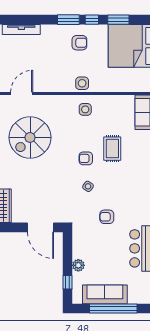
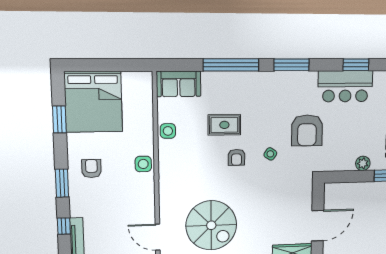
window: (92, 20) -> (64, 226), moved
side table: (85, 109) -> (168, 131), moved
armchair: (107, 217) -> (307, 130), width x1.88, depth x1.88
door: (41, 227) -> (318, 226), moved

